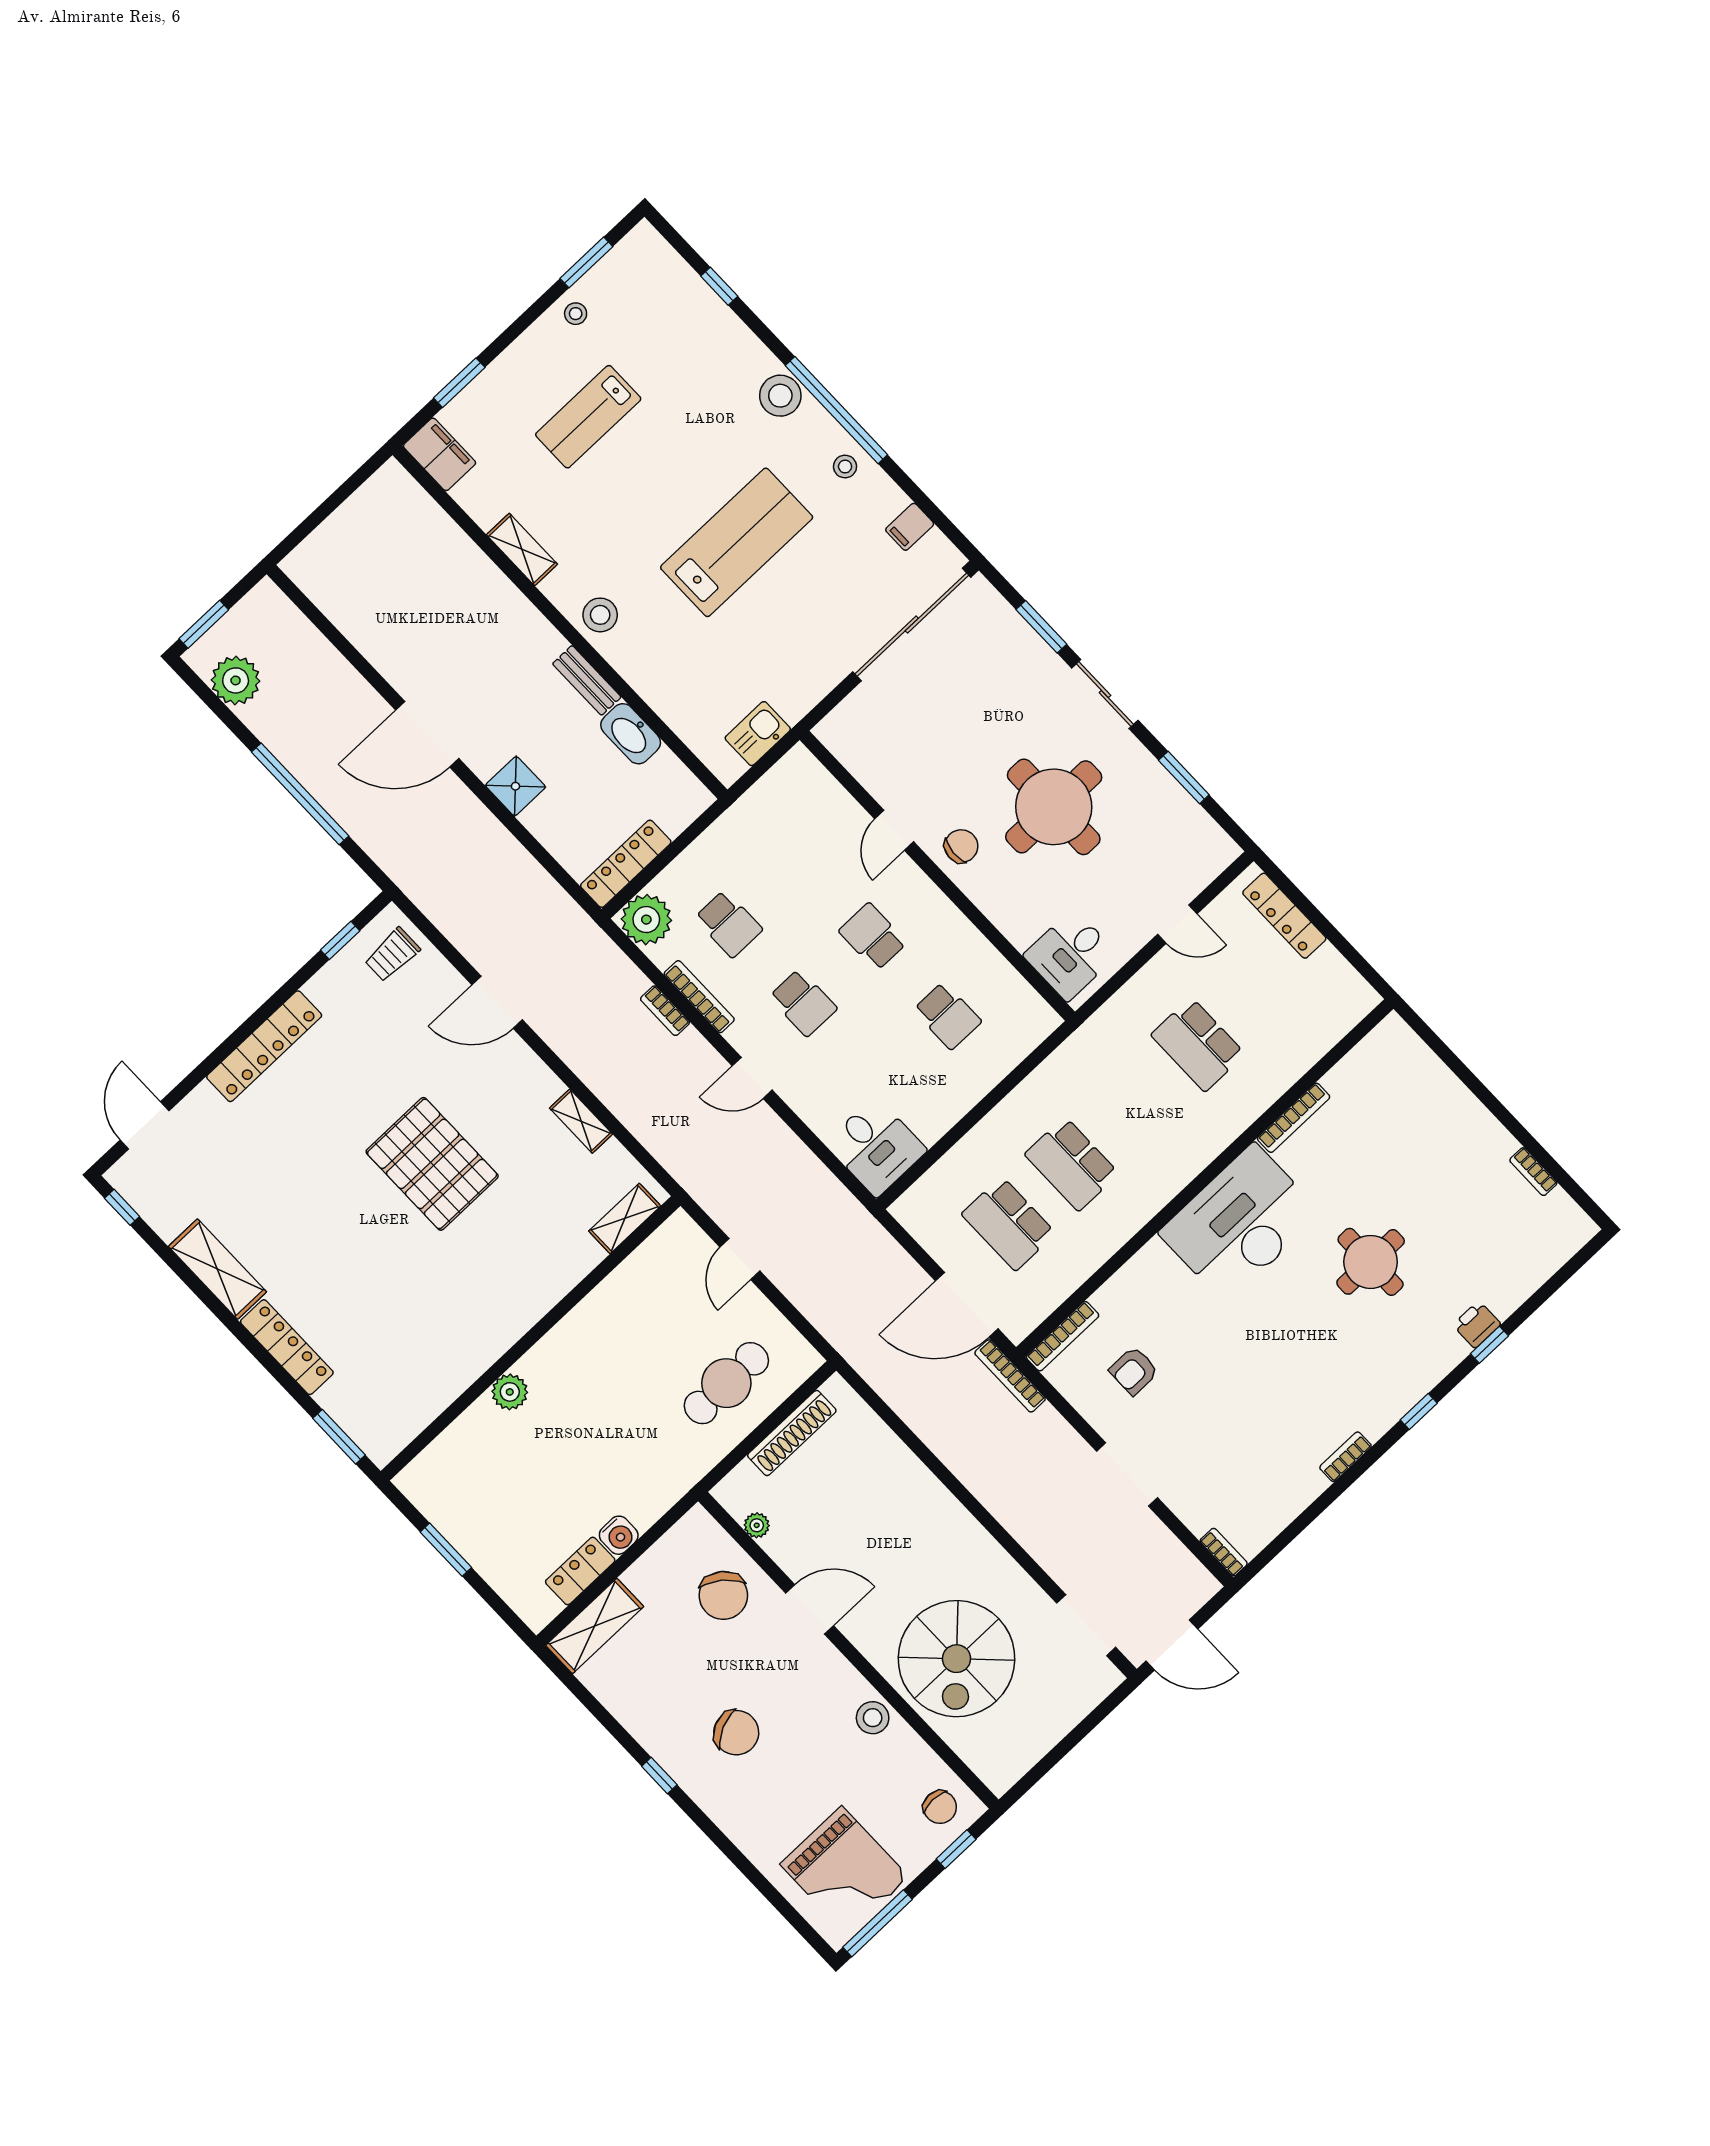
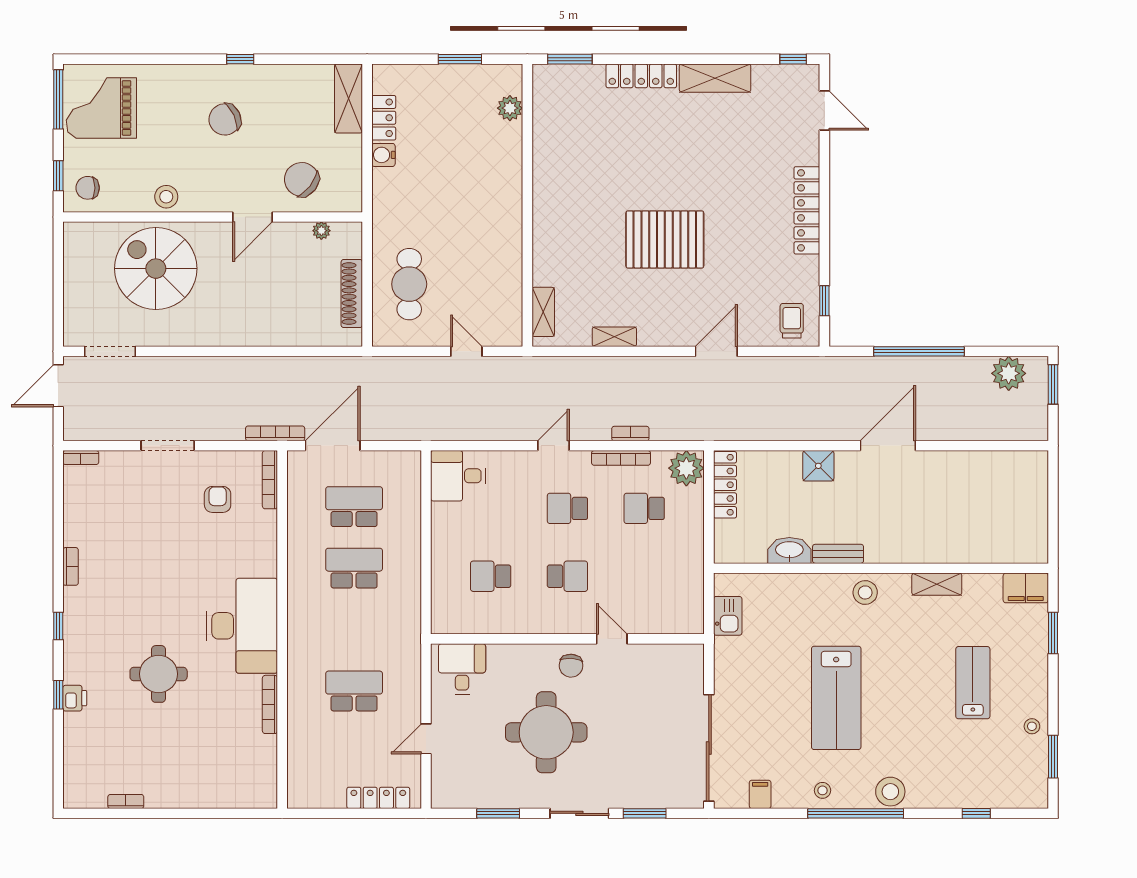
plant: (510, 1392) -> (510, 108), moved

